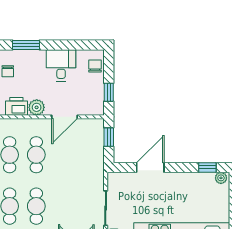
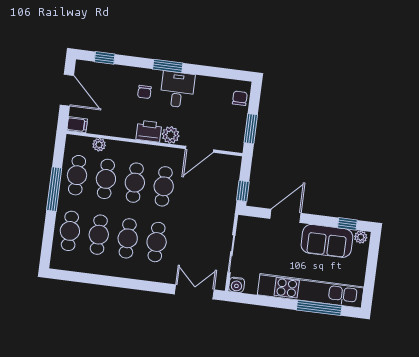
desk: (61, 65) -> (177, 90), moved
window: (109, 92) -> (251, 129), width x1.50
window: (109, 137) -> (243, 191), moved
sofa: (191, 185) -> (327, 241), added

